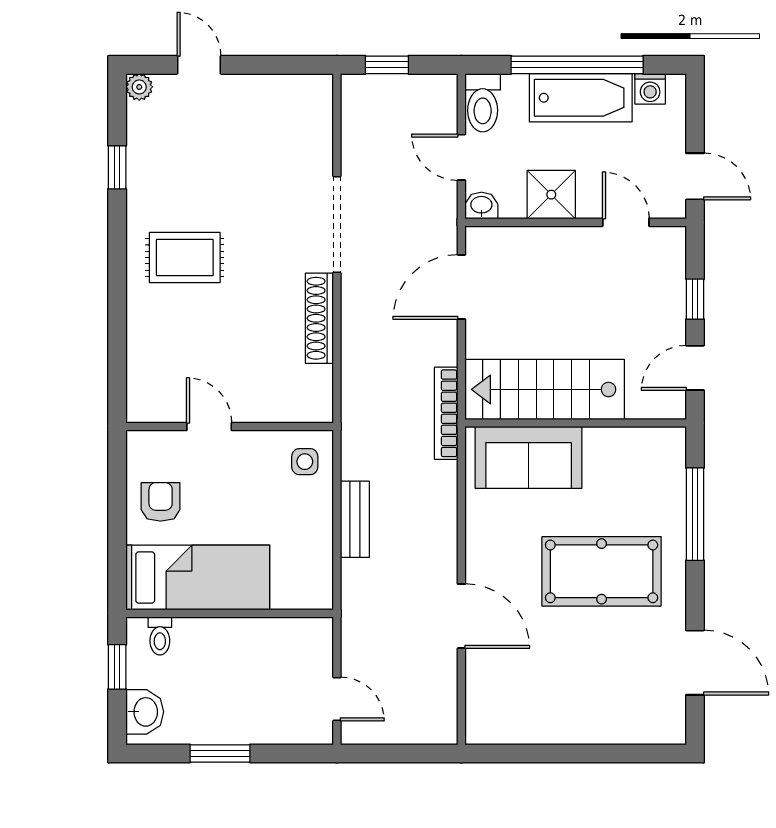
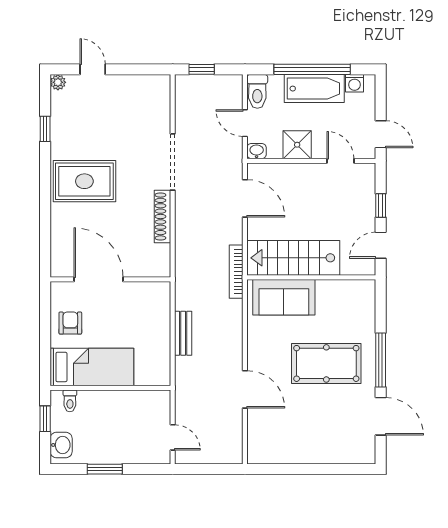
rug: (185, 257) -> (84, 181), width x1.36, depth x1.43
door: (461, 287) -> (245, 198), swing flipped
door: (209, 426) -> (99, 279), width x1.88
side table: (305, 462) -> (154, 300), removed
window: (695, 514) -> (381, 360), moved

